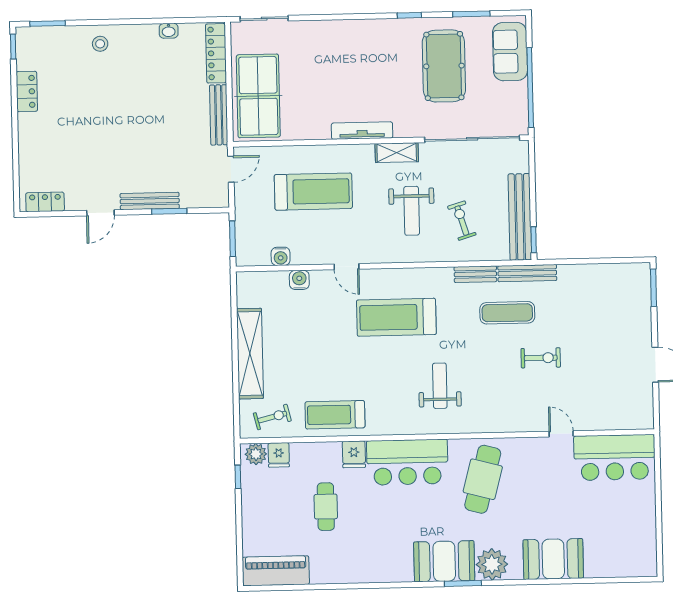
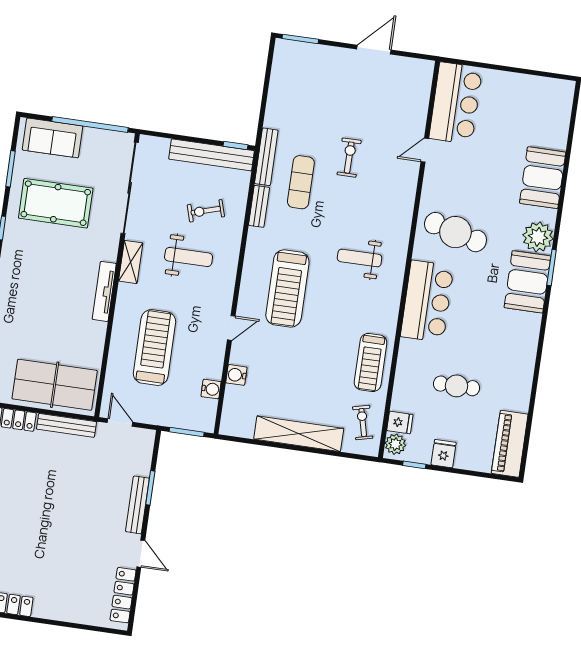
locker: (45, 202) -> (123, 595), width x1.53
fridge: (354, 454) -> (444, 454), moved, turned -90

